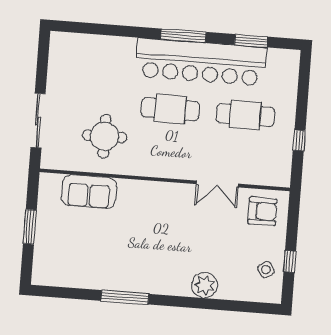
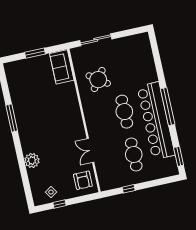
window: (183, 36) -> (168, 107), width x1.46
window: (251, 41) -> (179, 156), moved
round table: (105, 136) -> (98, 80), turned 35
sofa: (89, 192) -> (62, 67), moved

